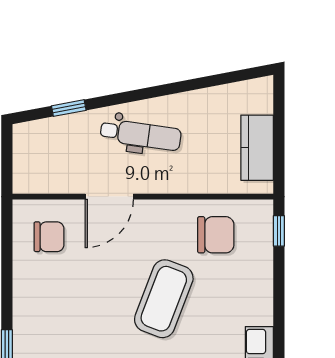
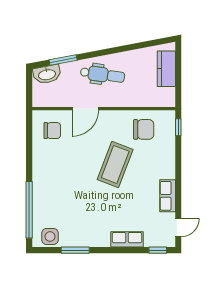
window: (69, 108) -> (63, 60), width x1.50
washbasin: (39, 134) -> (47, 74), added
kitchen counter: (257, 148) -> (166, 69), moved

